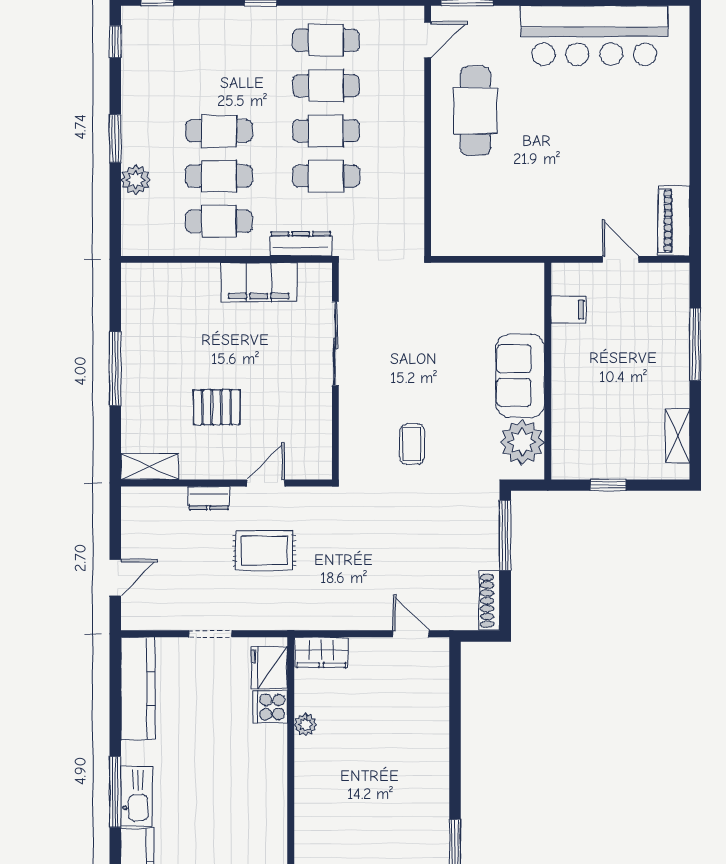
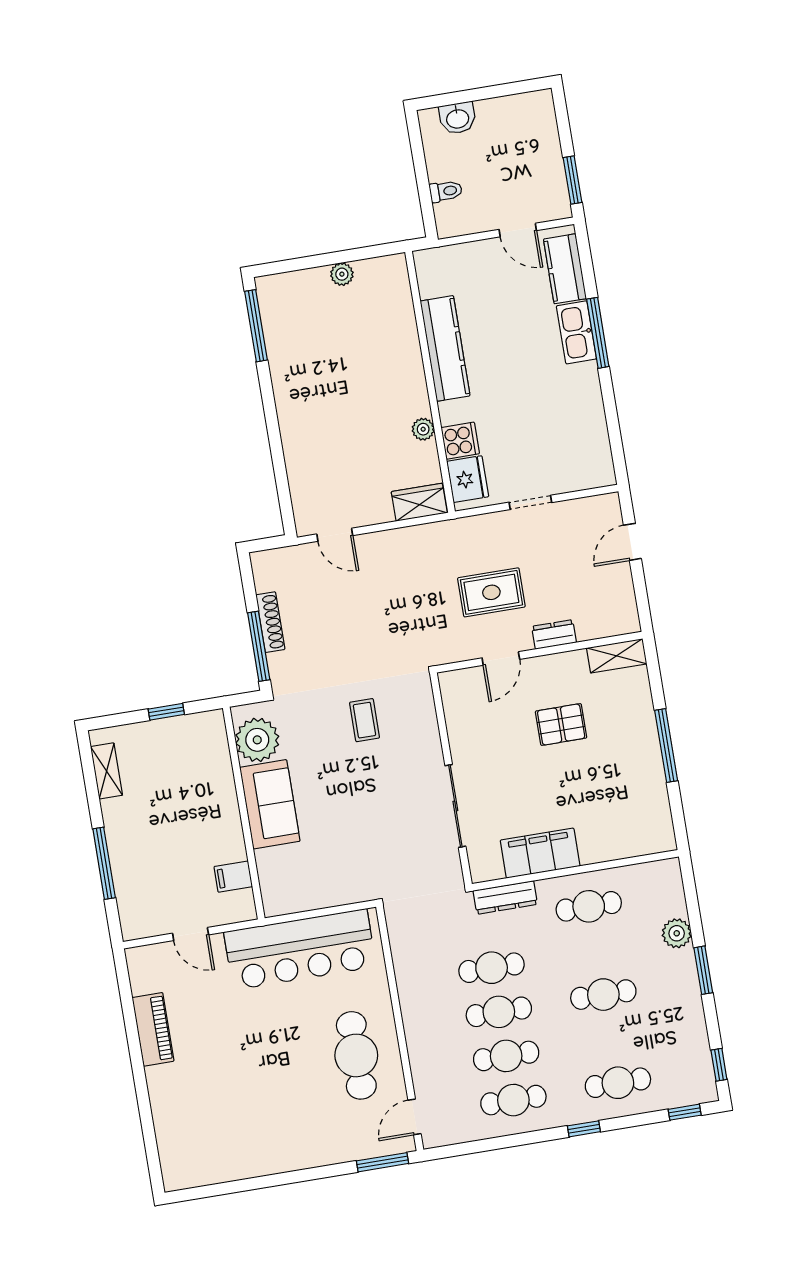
bar counter: (594, 36) -> (300, 949), moved, turned 180
cafe table: (219, 176) -> (618, 1083), moved
piano: (674, 221) -> (153, 1029), moved
shoe rack: (490, 601) -> (270, 622), moved
kitchen counter: (138, 689) -> (445, 348), moved, turned 180

